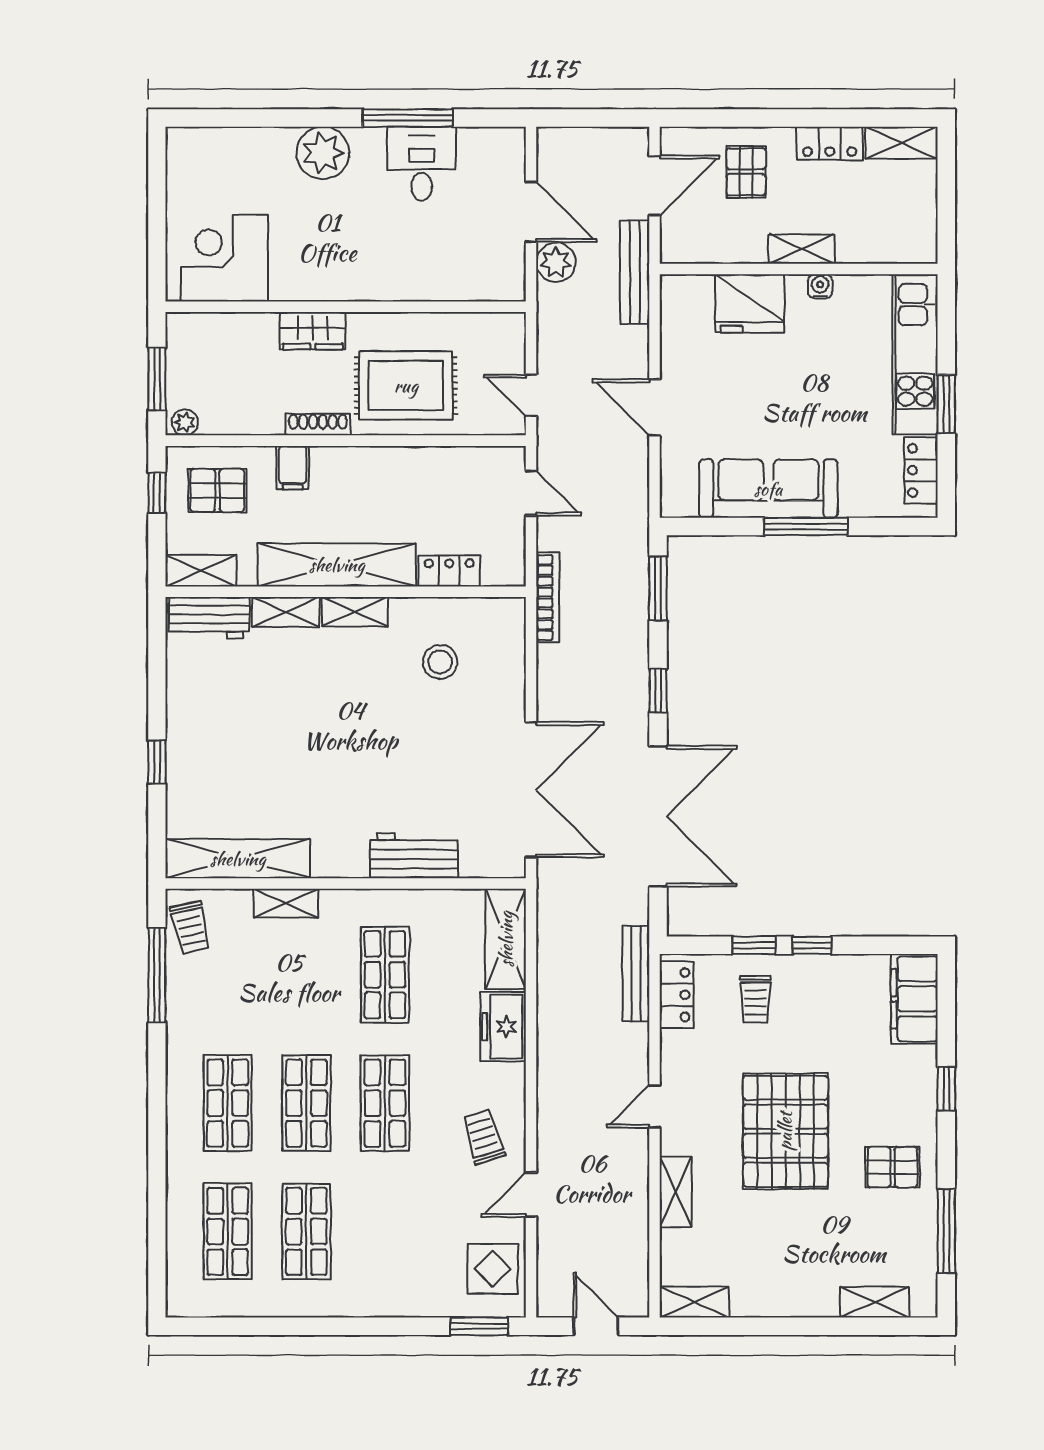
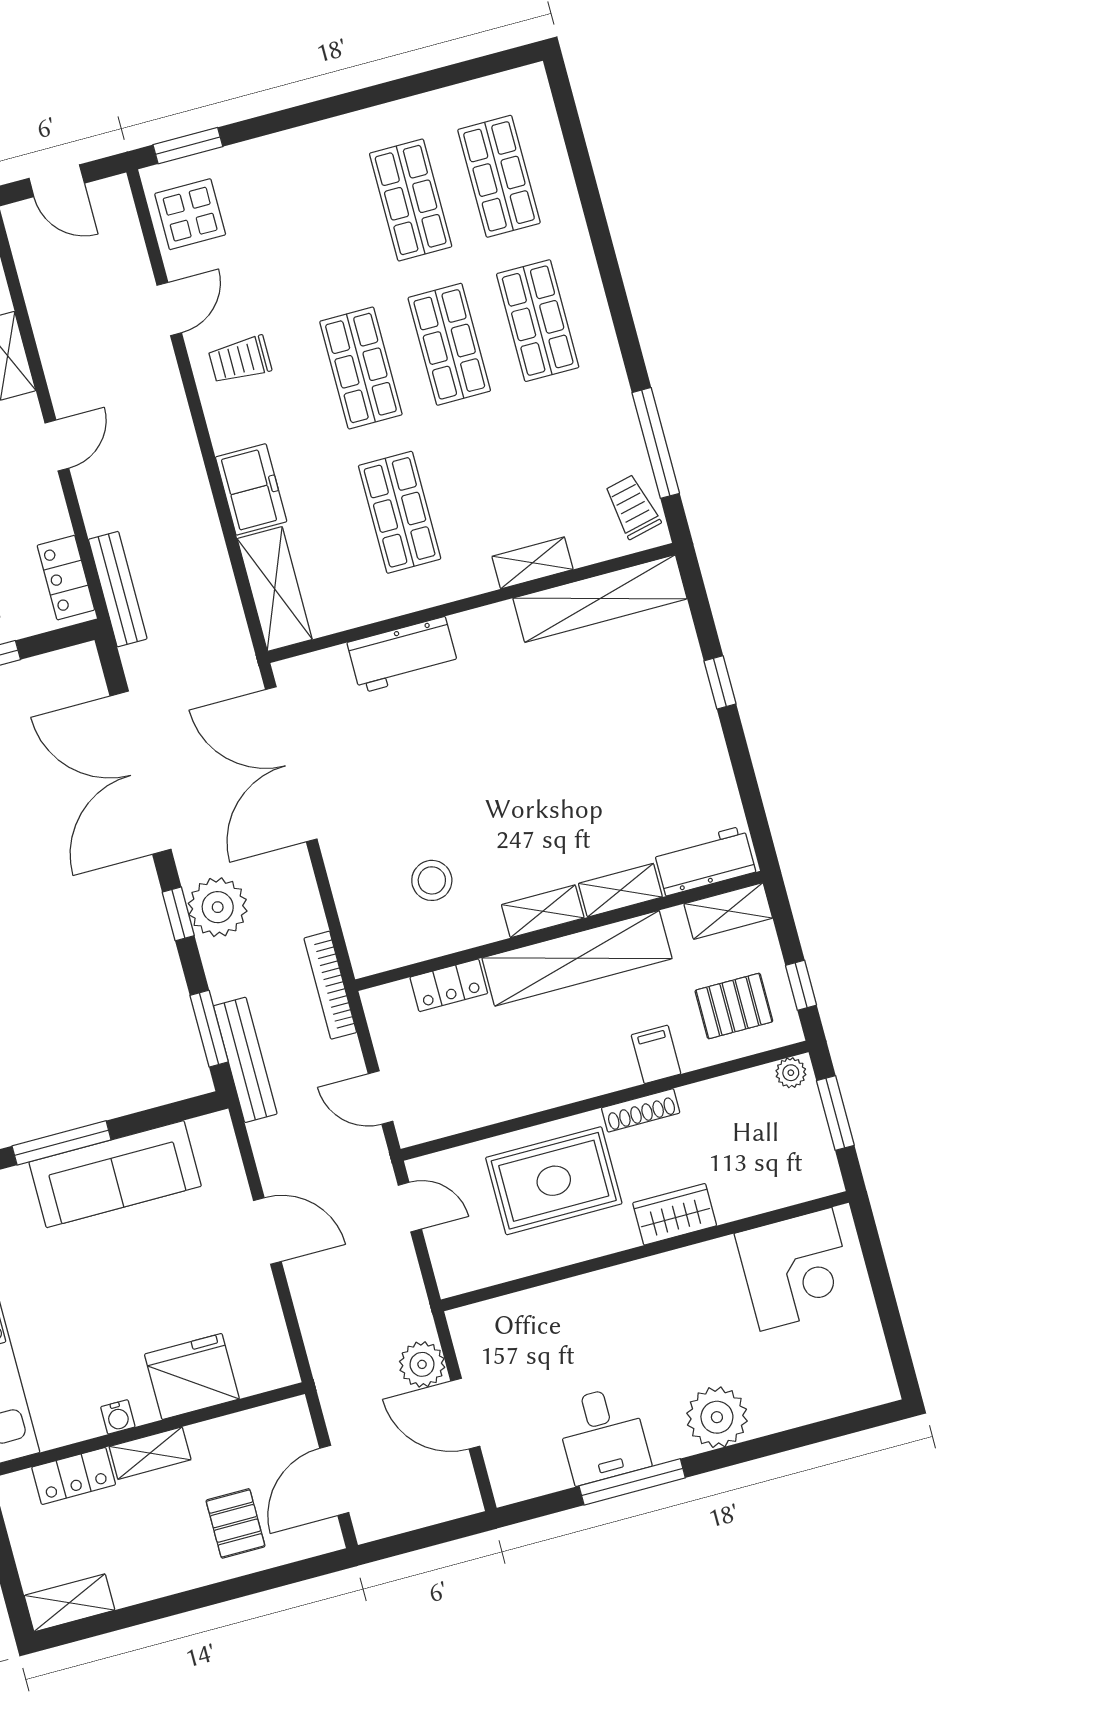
locker: (830, 143) -> (74, 1476), moved, turned 180
bench: (635, 272) -> (245, 1060), moved
plant: (624, 687) -> (218, 907), added
trolley: (484, 1137) -> (240, 360), turned 107

